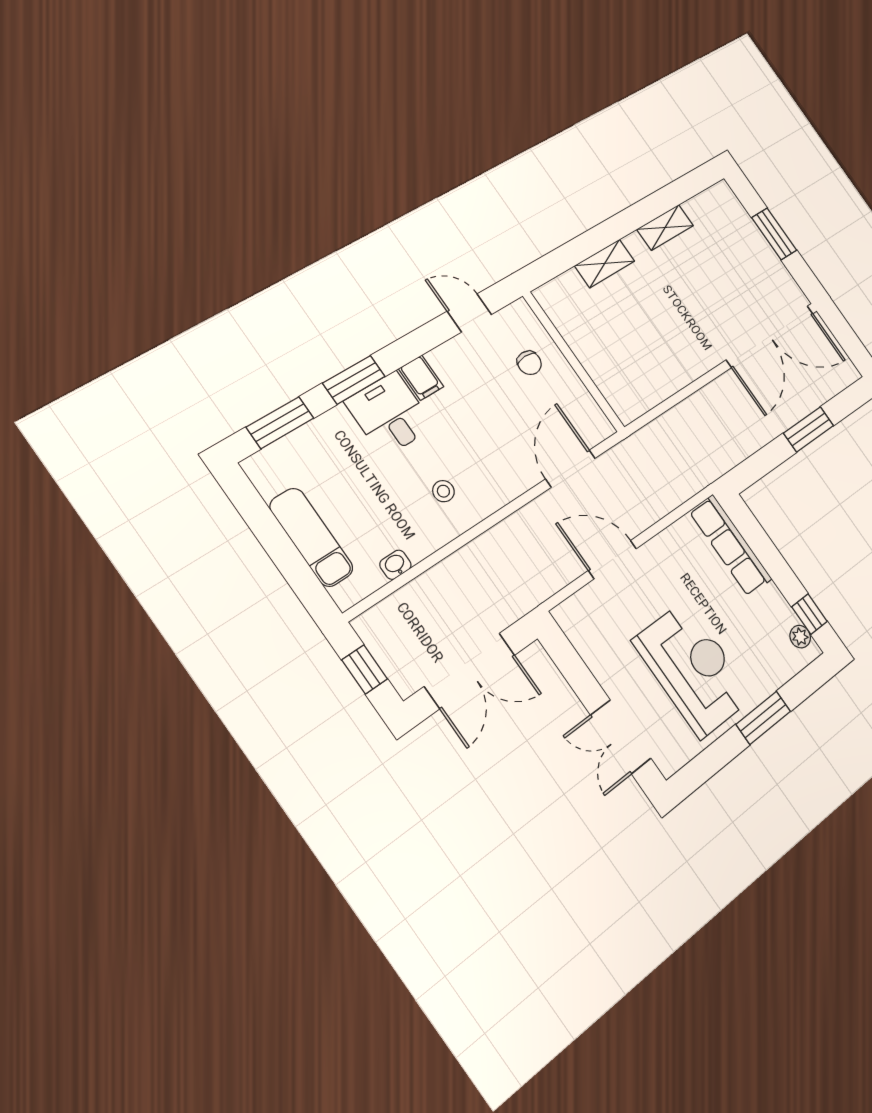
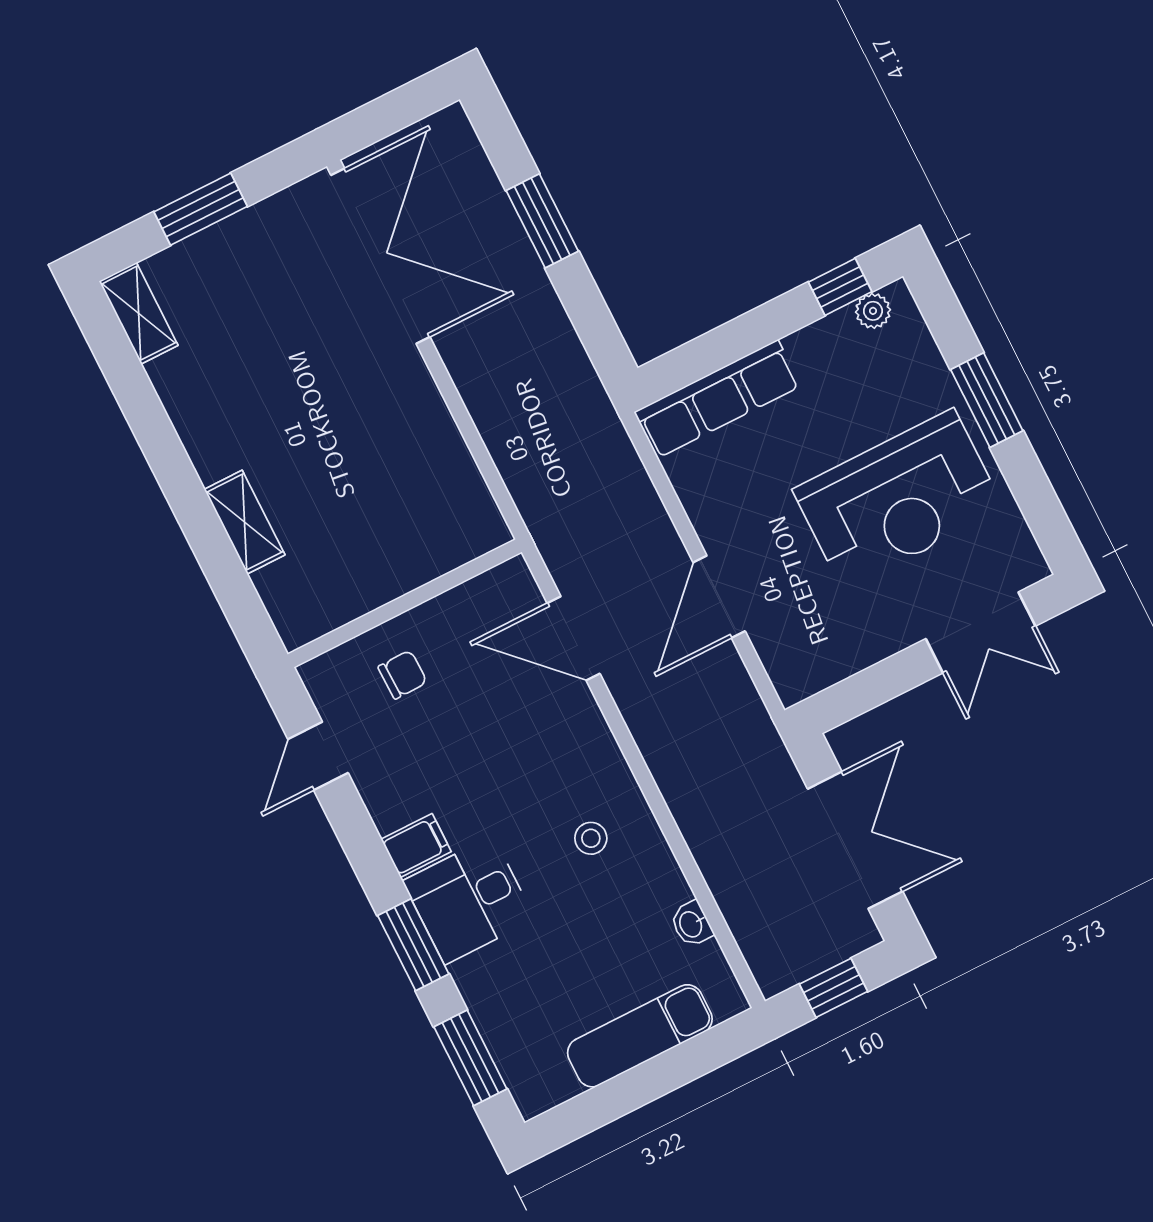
shelving: (665, 227) -> (139, 313), moved
reception desk: (693, 669) -> (898, 499), turned 180

